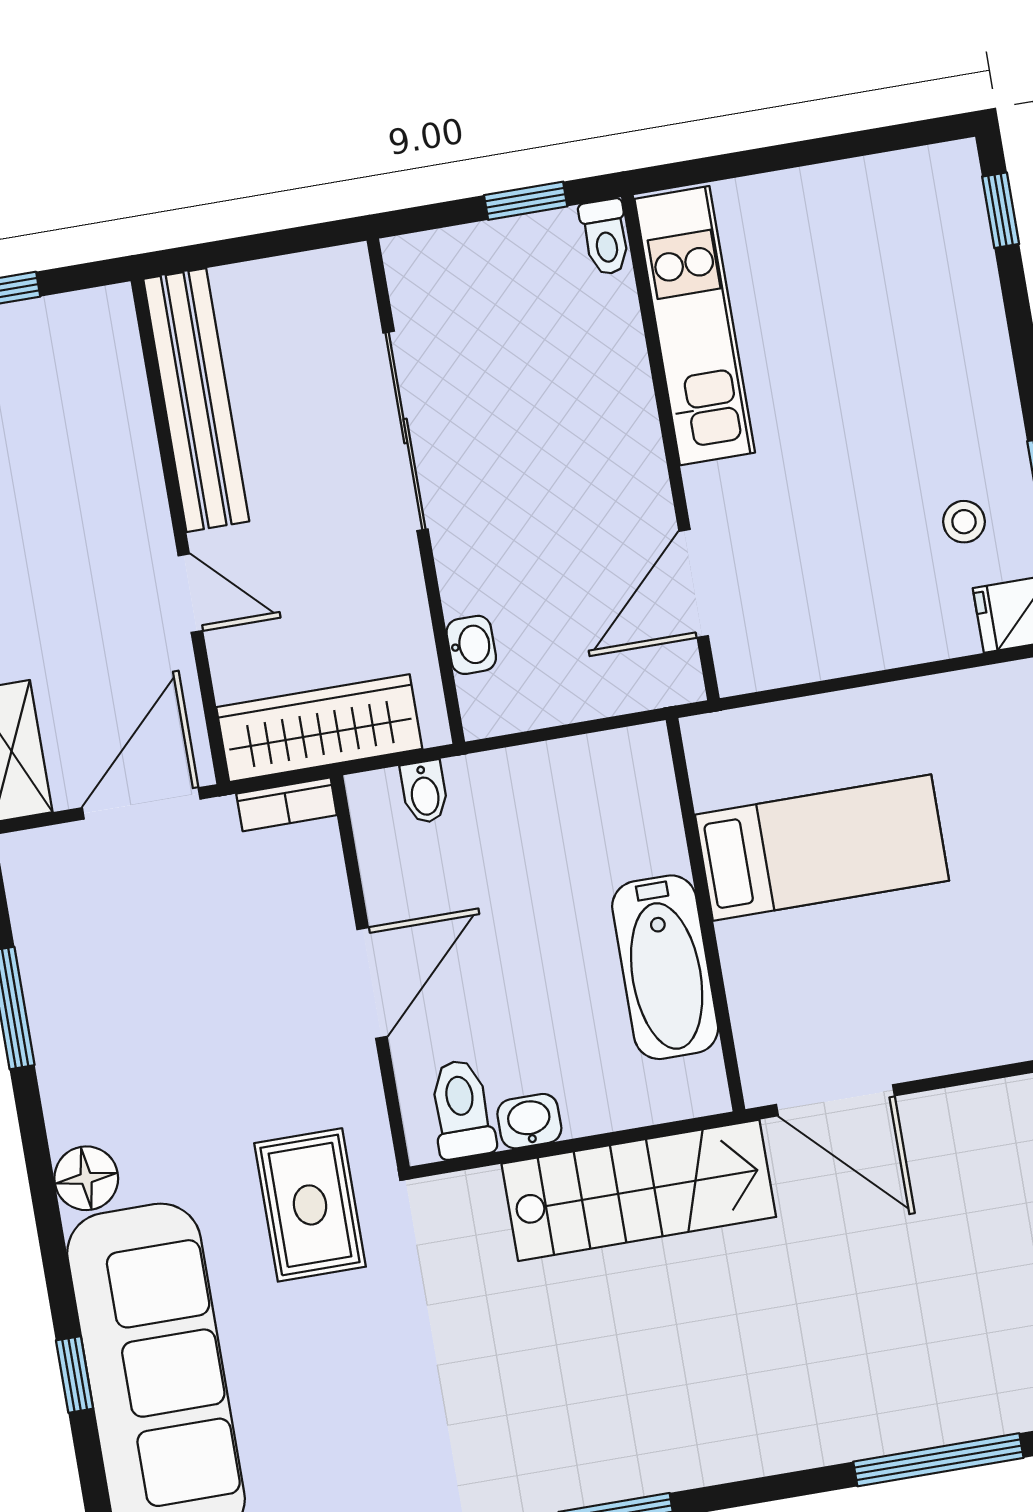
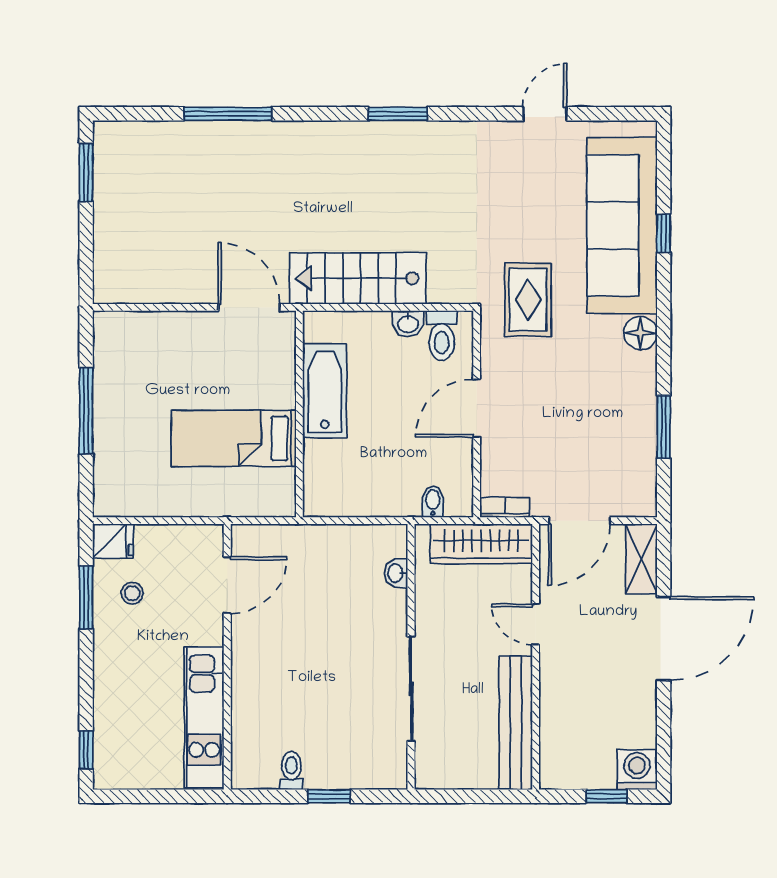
kitchen unit: (695, 326) -> (204, 717), moved
wall: (670, 448) -> (227, 657), moved
door: (694, 583) -> (227, 585), moved

